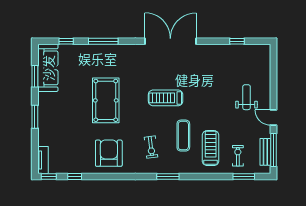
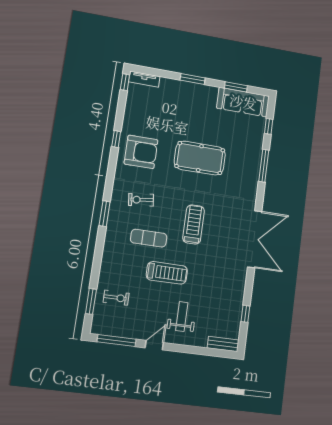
weight bench: (247, 97) -> (182, 317), turned -90
treadmill: (211, 148) -> (167, 273), moved
bench: (265, 152) -> (223, 344), moved
window: (75, 176) -> (116, 139), moved

